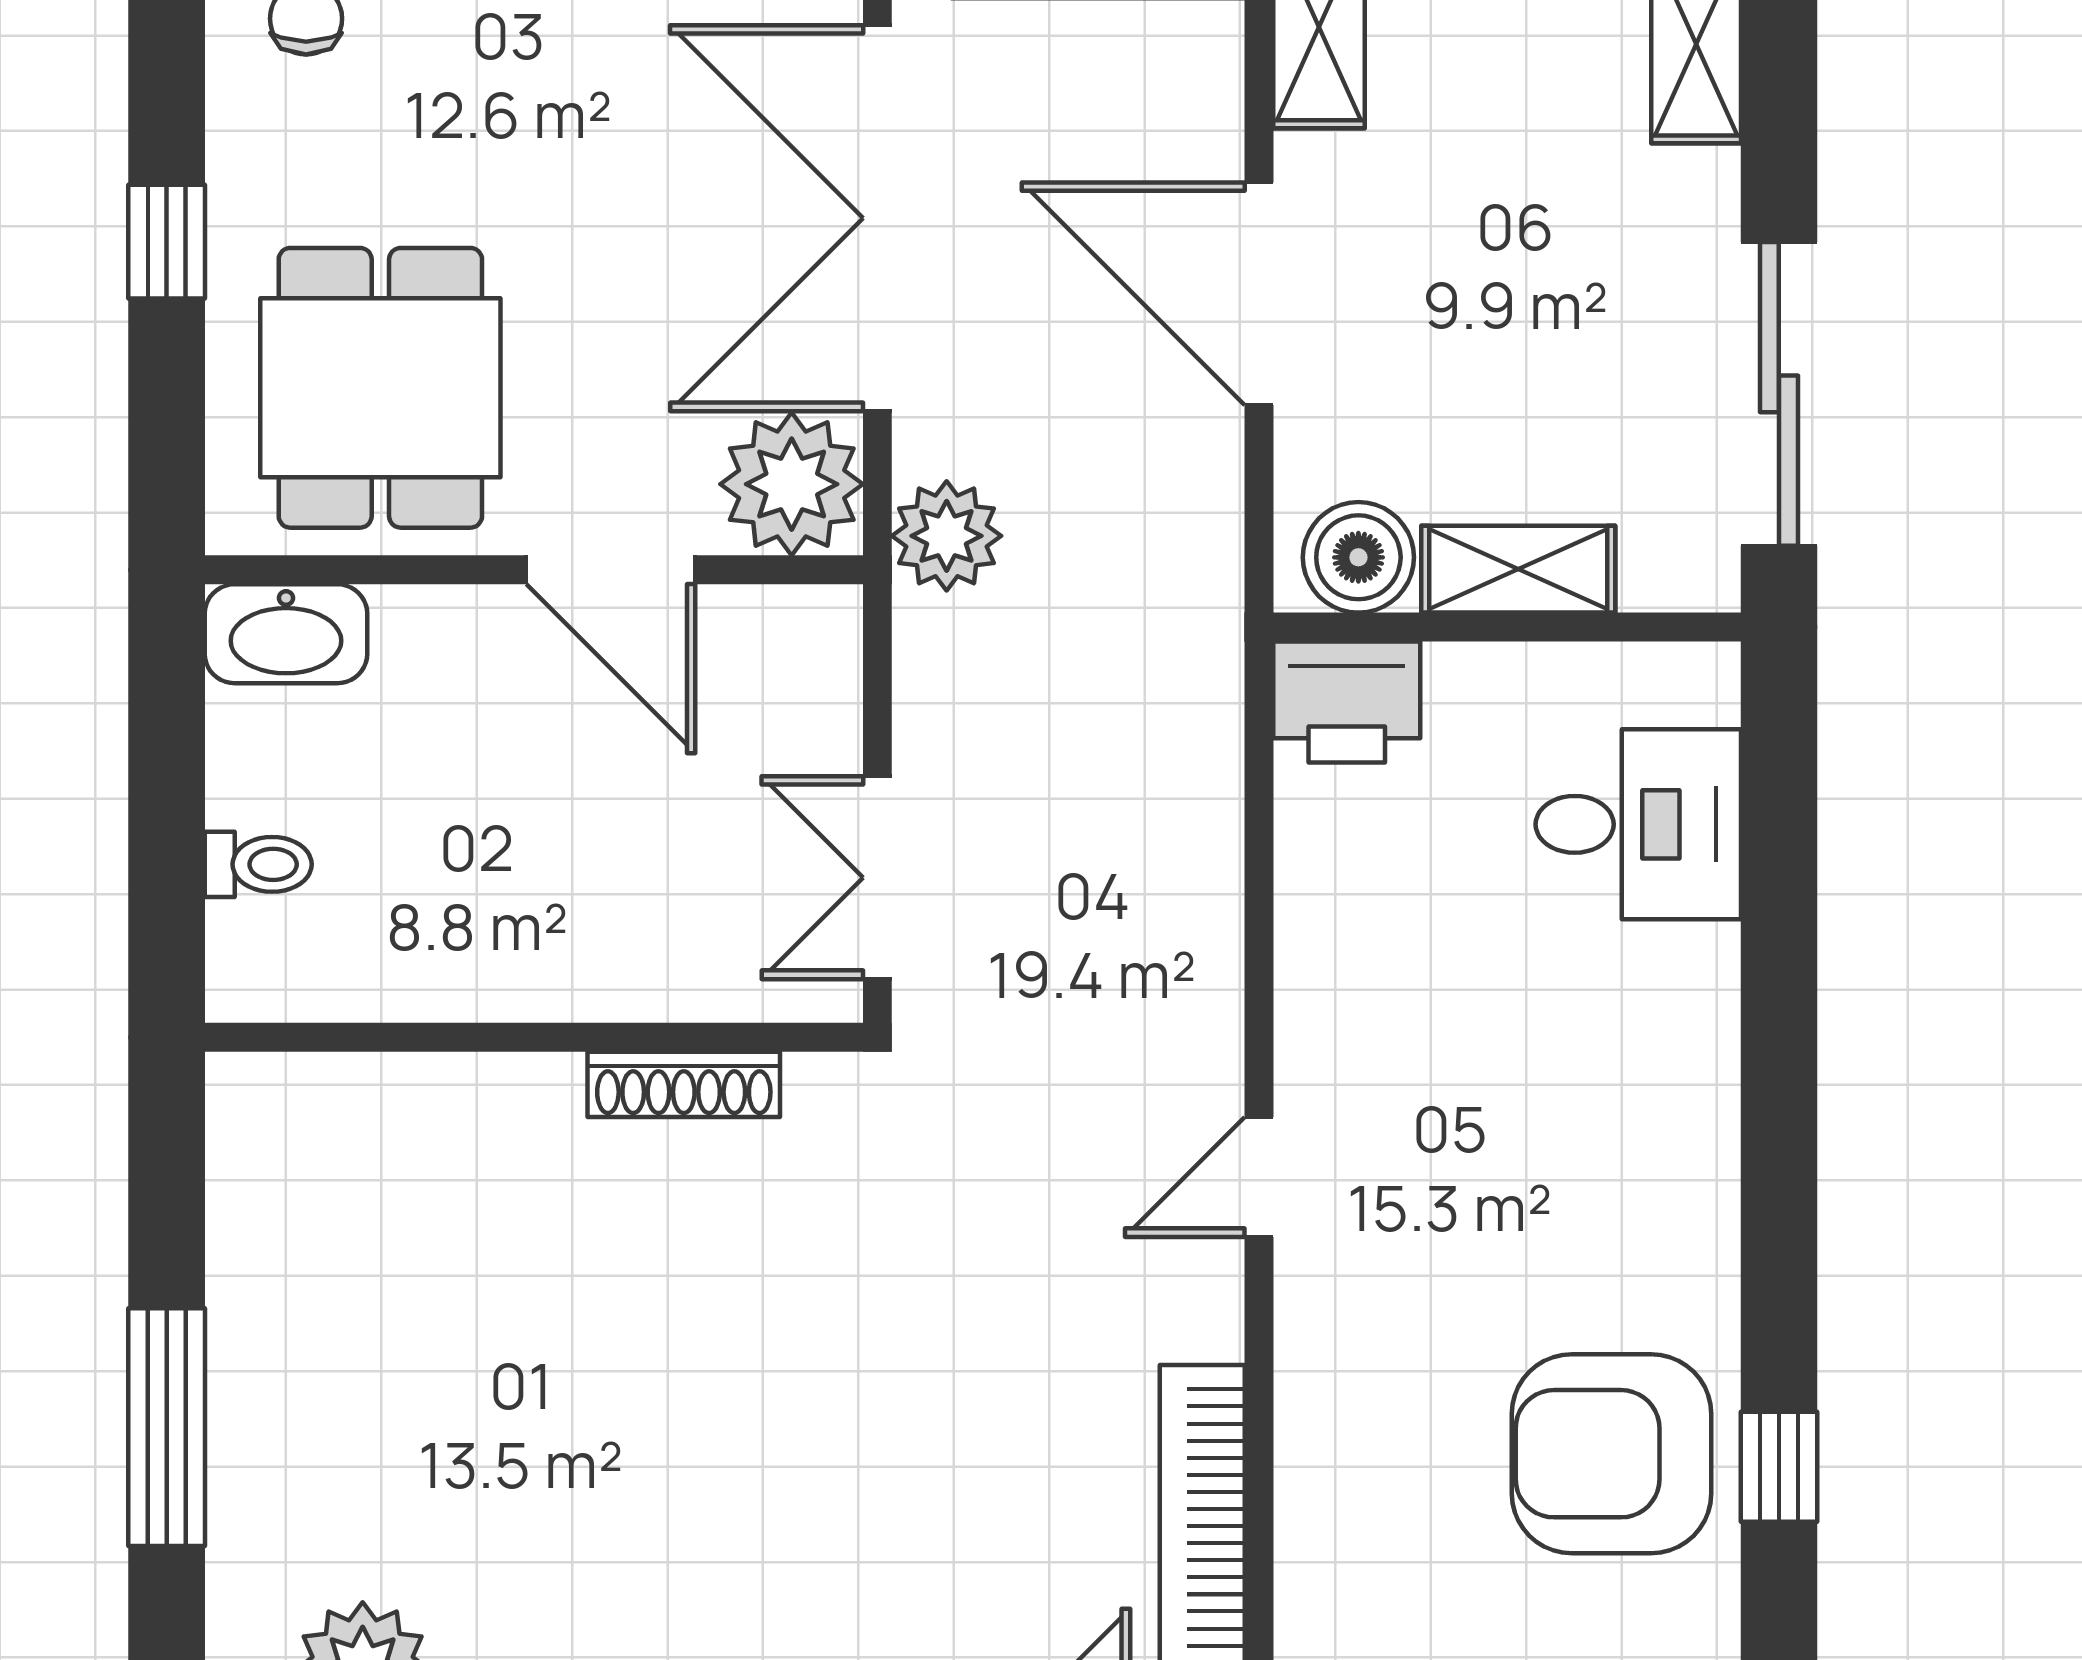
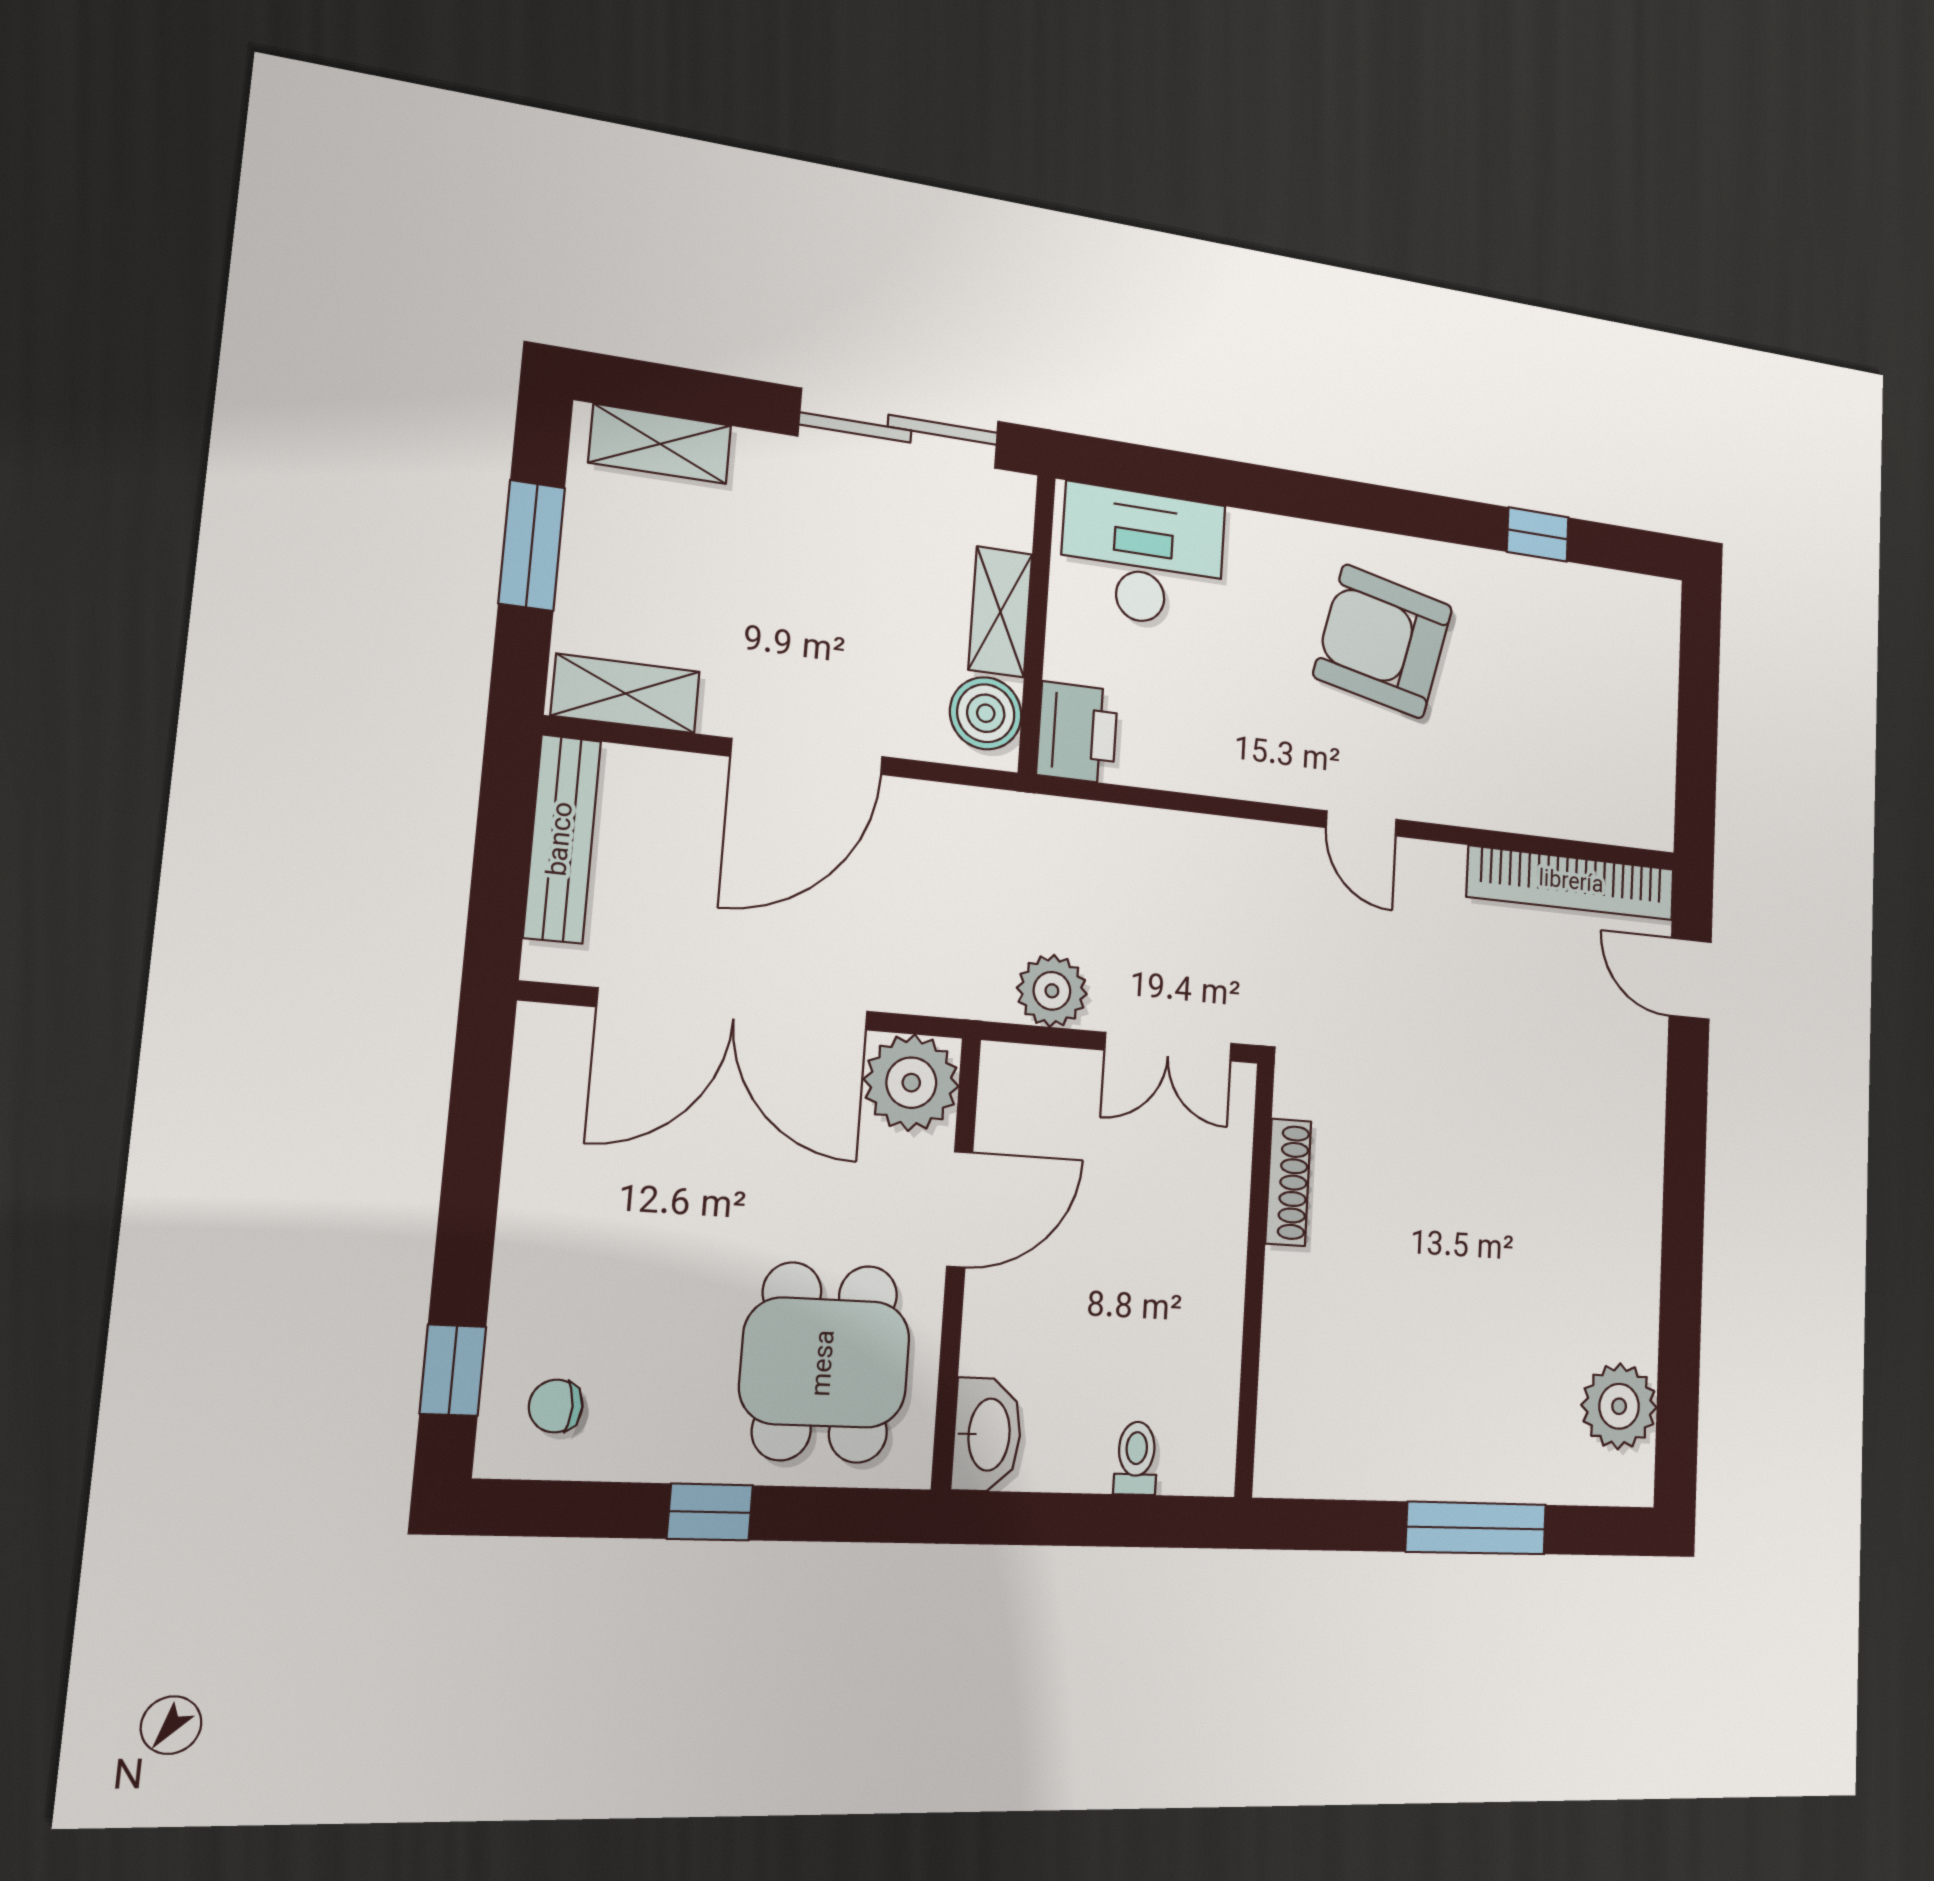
dining table: (380, 388) -> (825, 1363), turned 90
plant: (947, 536) -> (1052, 991), moved
desk: (1638, 824) -> (1143, 557), width x1.37
armchair: (1611, 1454) -> (1383, 641), moved, turned 103

